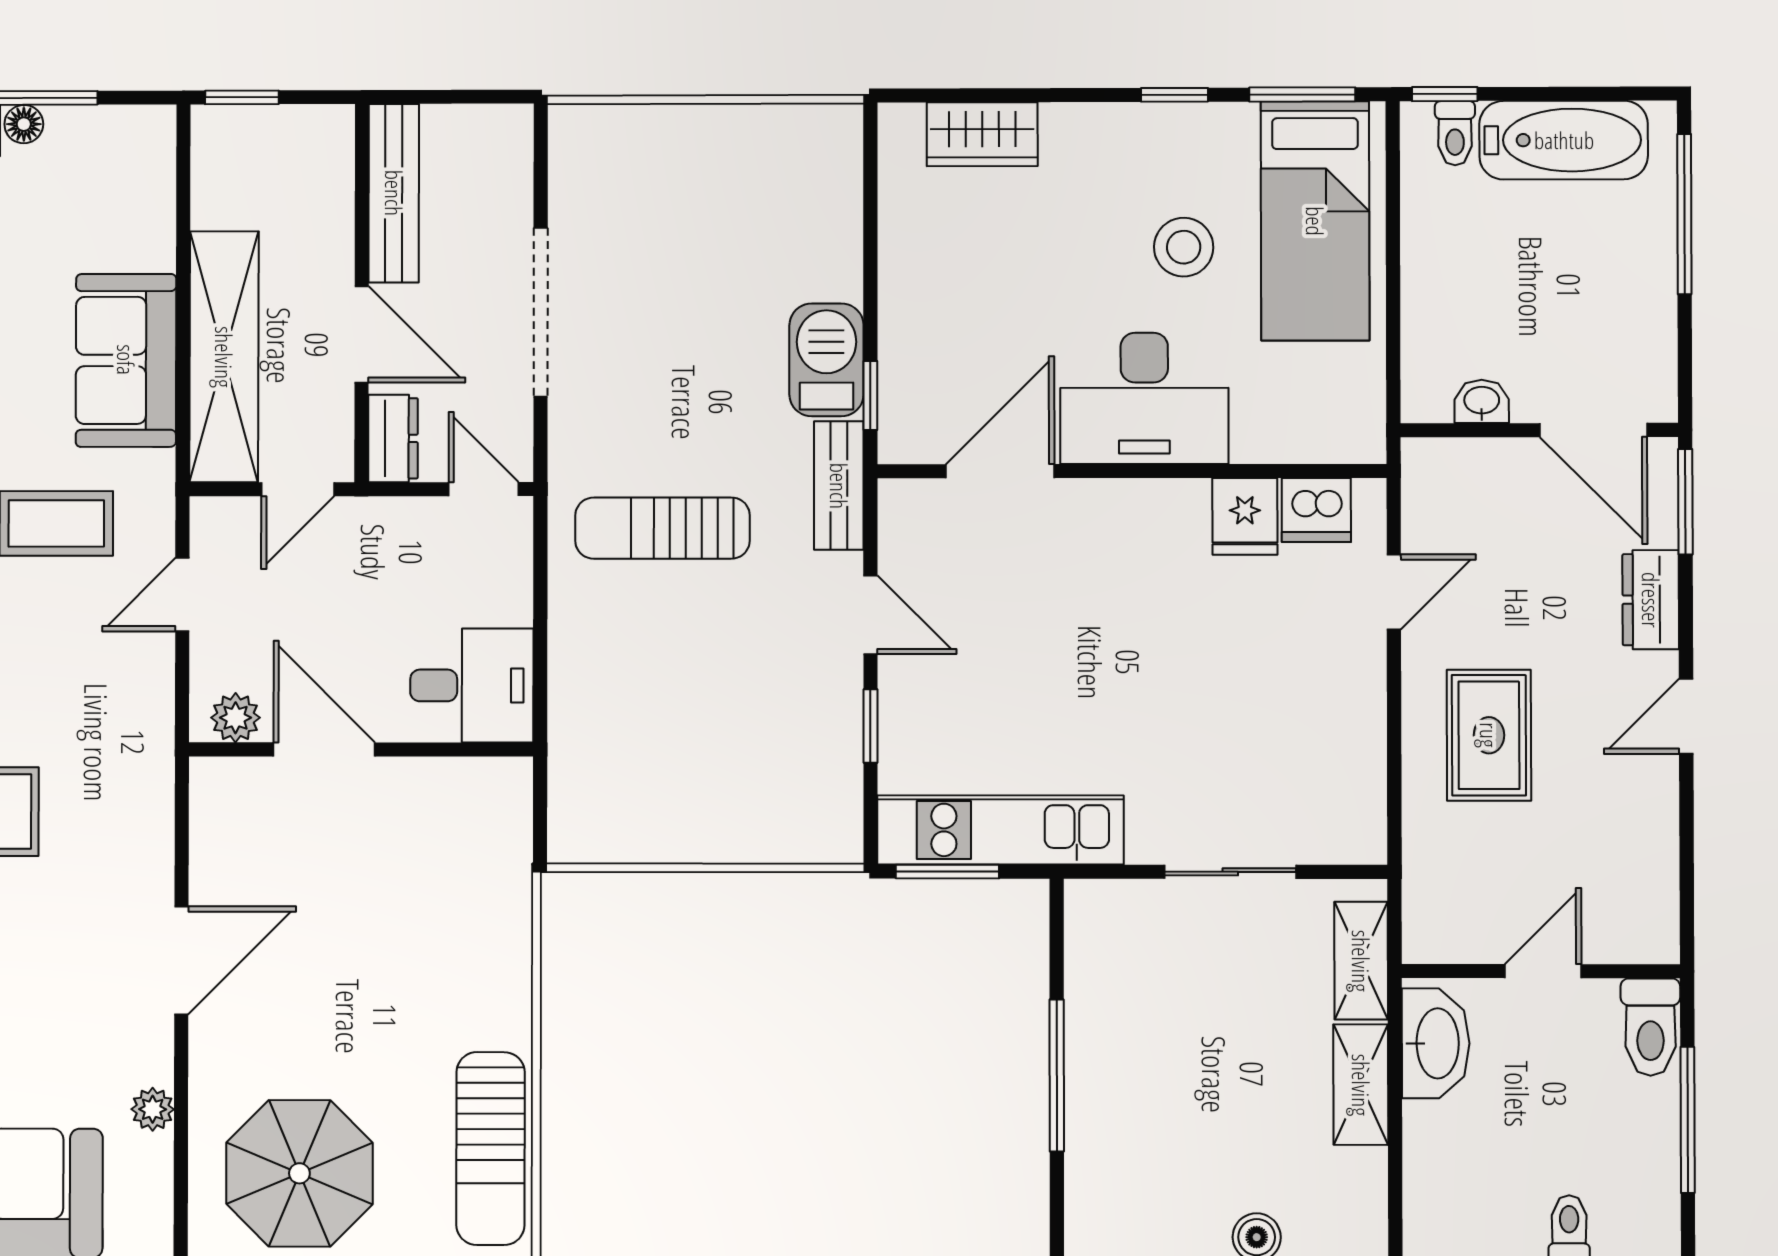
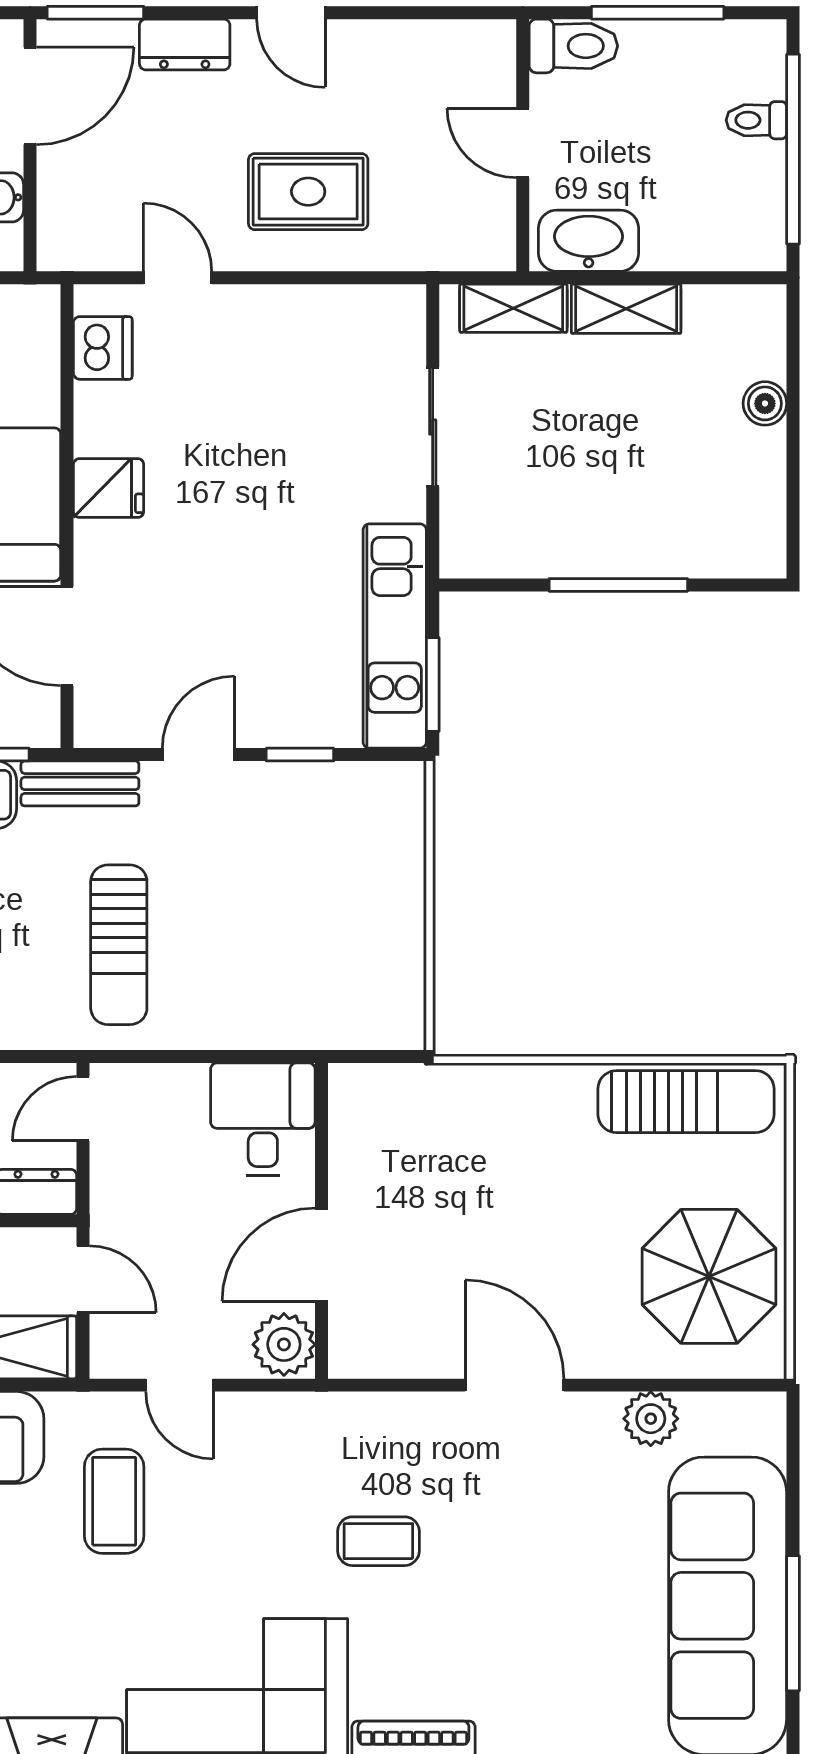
fridge: (1245, 516) -> (109, 488), moved
plant: (236, 718) -> (284, 1344), width x1.38, depth x1.38
plant: (153, 1109) -> (651, 1419), width x1.38, depth x1.38

